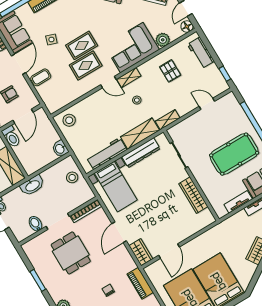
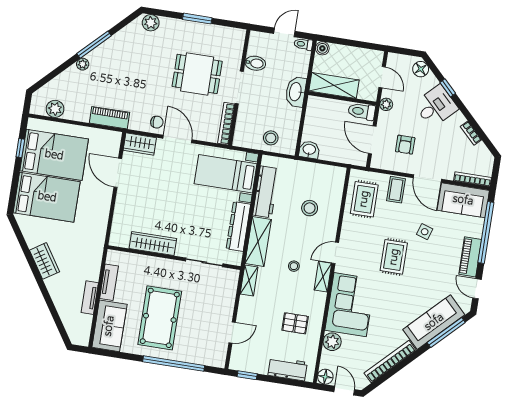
rug: (86, 65) -> (364, 199), moved
stool: (69, 120) -> (310, 208), moved
chair: (108, 290) -> (157, 122), moved

